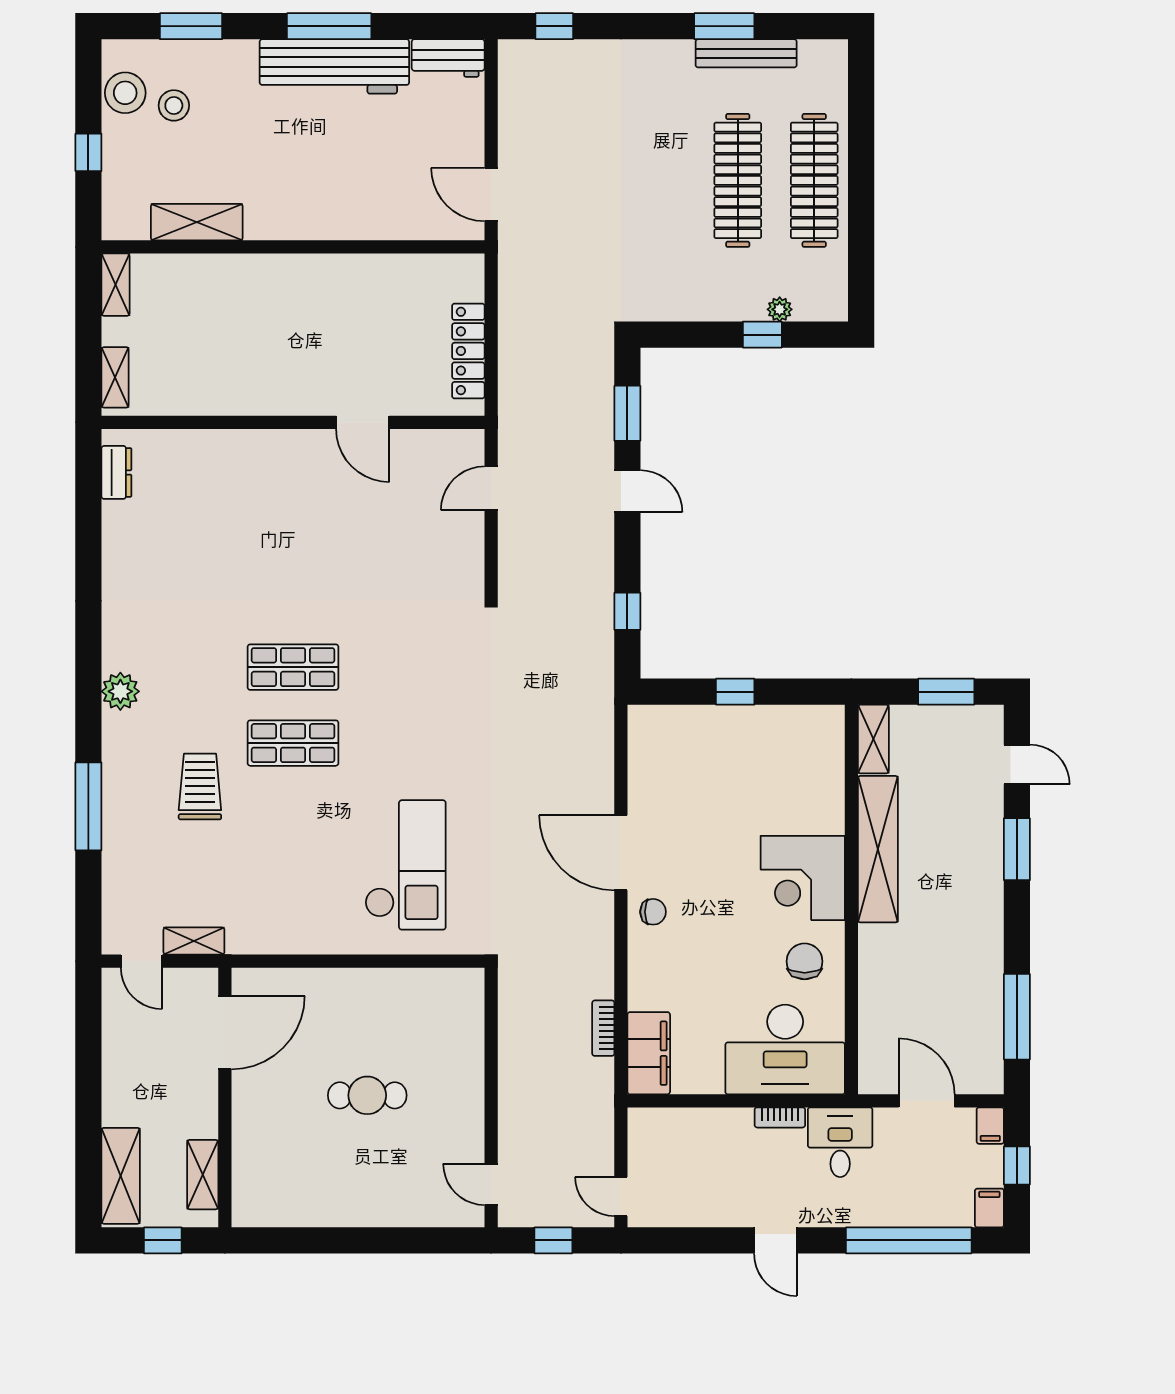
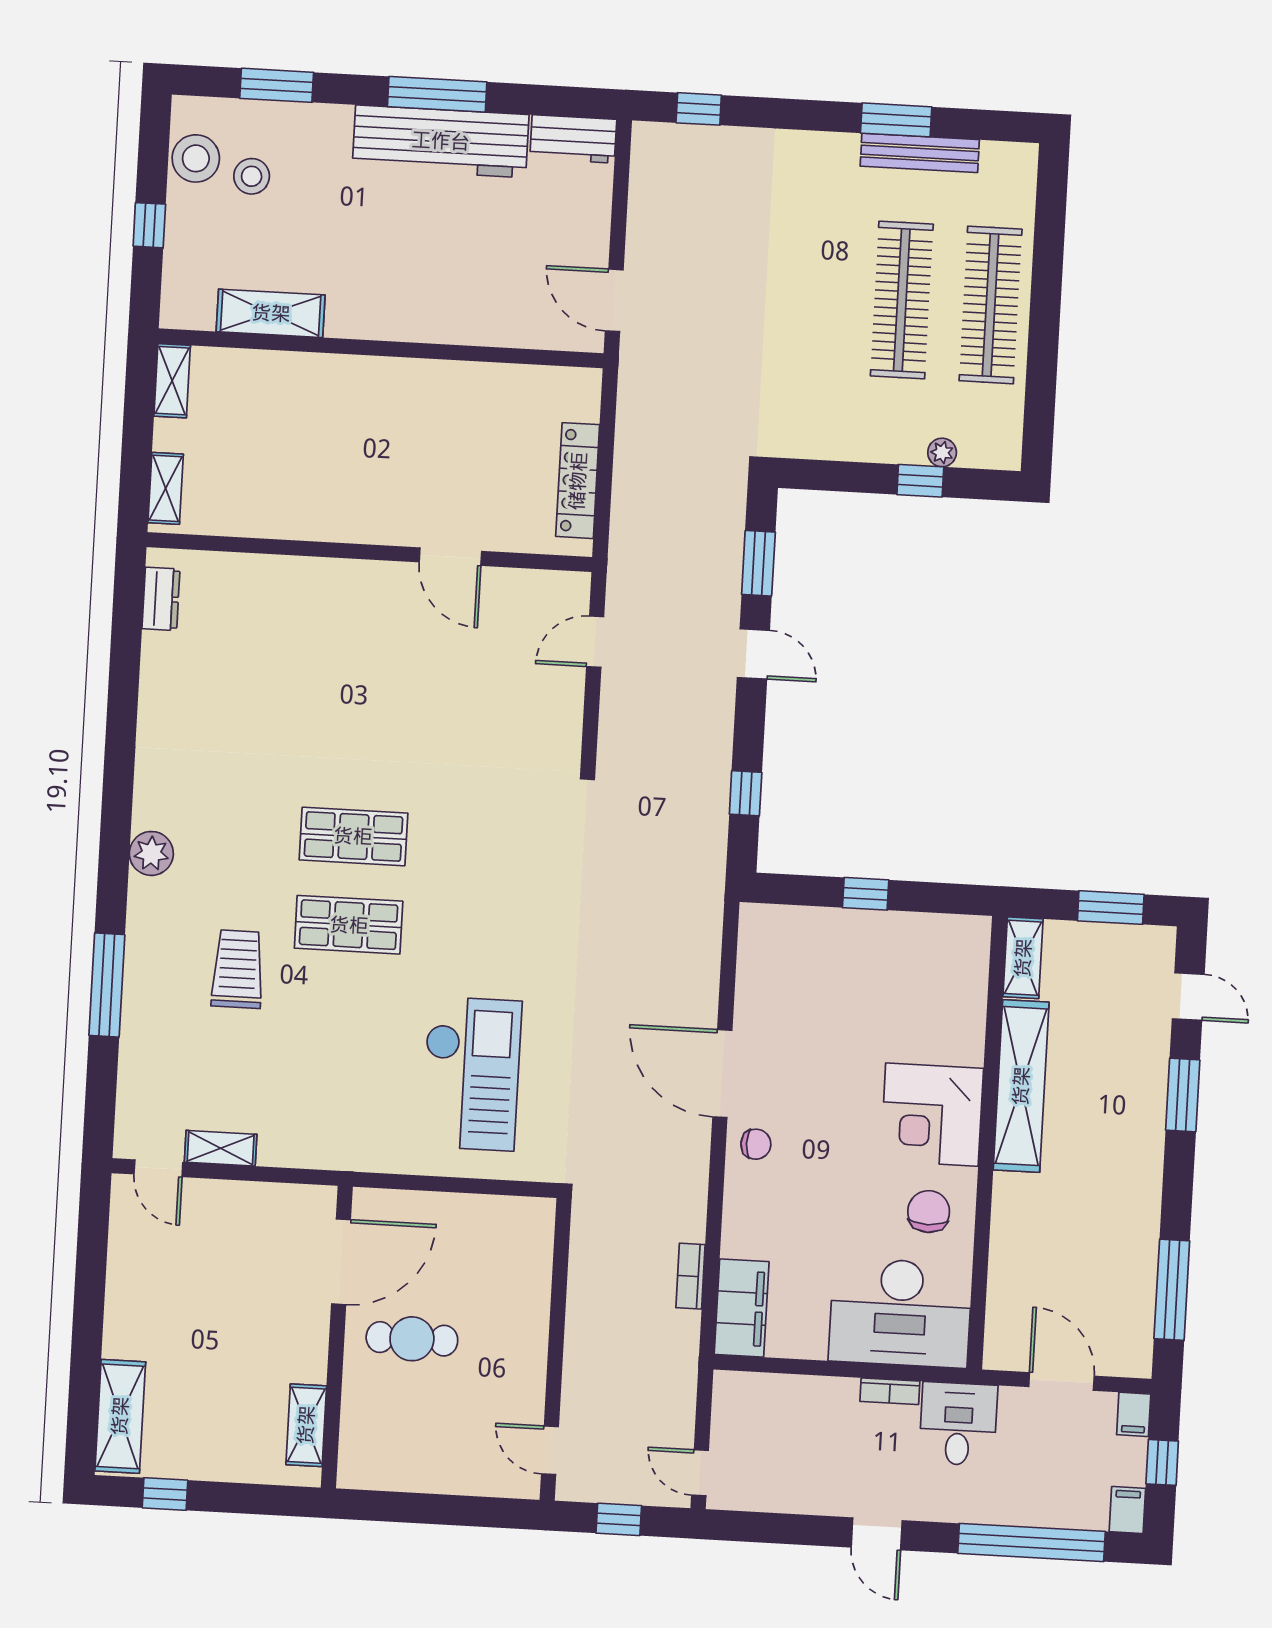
door: (225, 1033) -> (341, 1262), moved
wall: (225, 1098) -> (337, 1337), moved
shelving: (203, 1175) -> (306, 1425), moved

